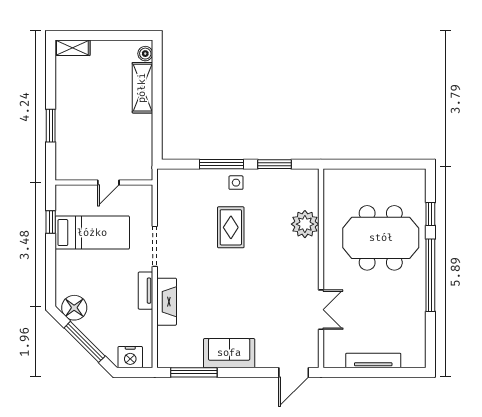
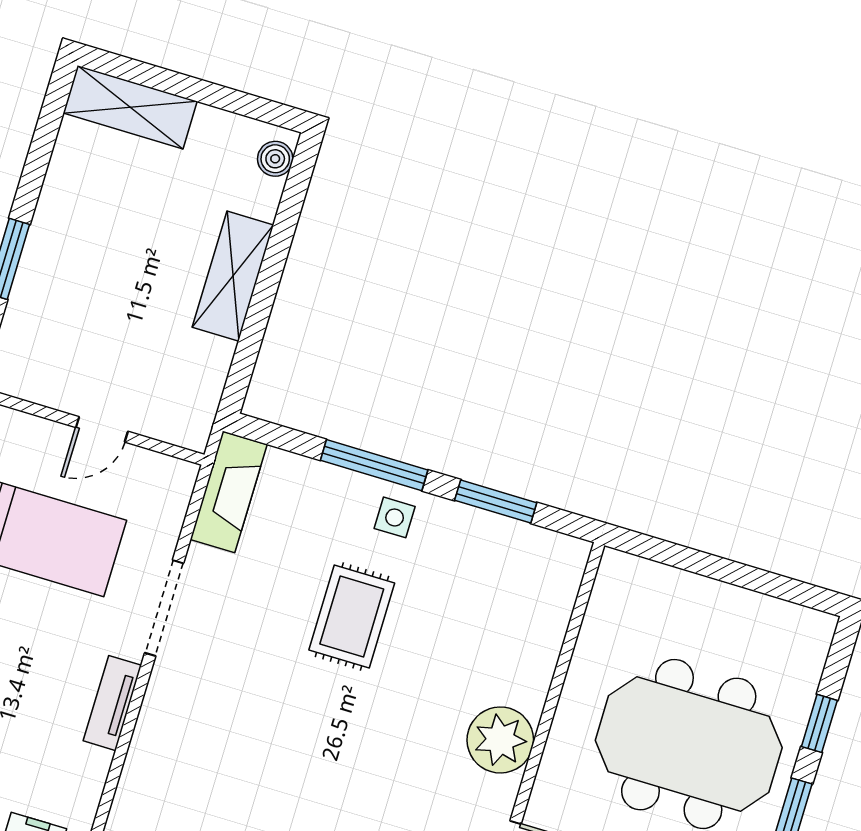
shelving: (72, 48) -> (130, 107), width x1.50, depth x1.33
shelving: (142, 88) -> (233, 276), moved
plant: (305, 224) -> (500, 740), moved
fireplace: (167, 302) -> (229, 492), moved

